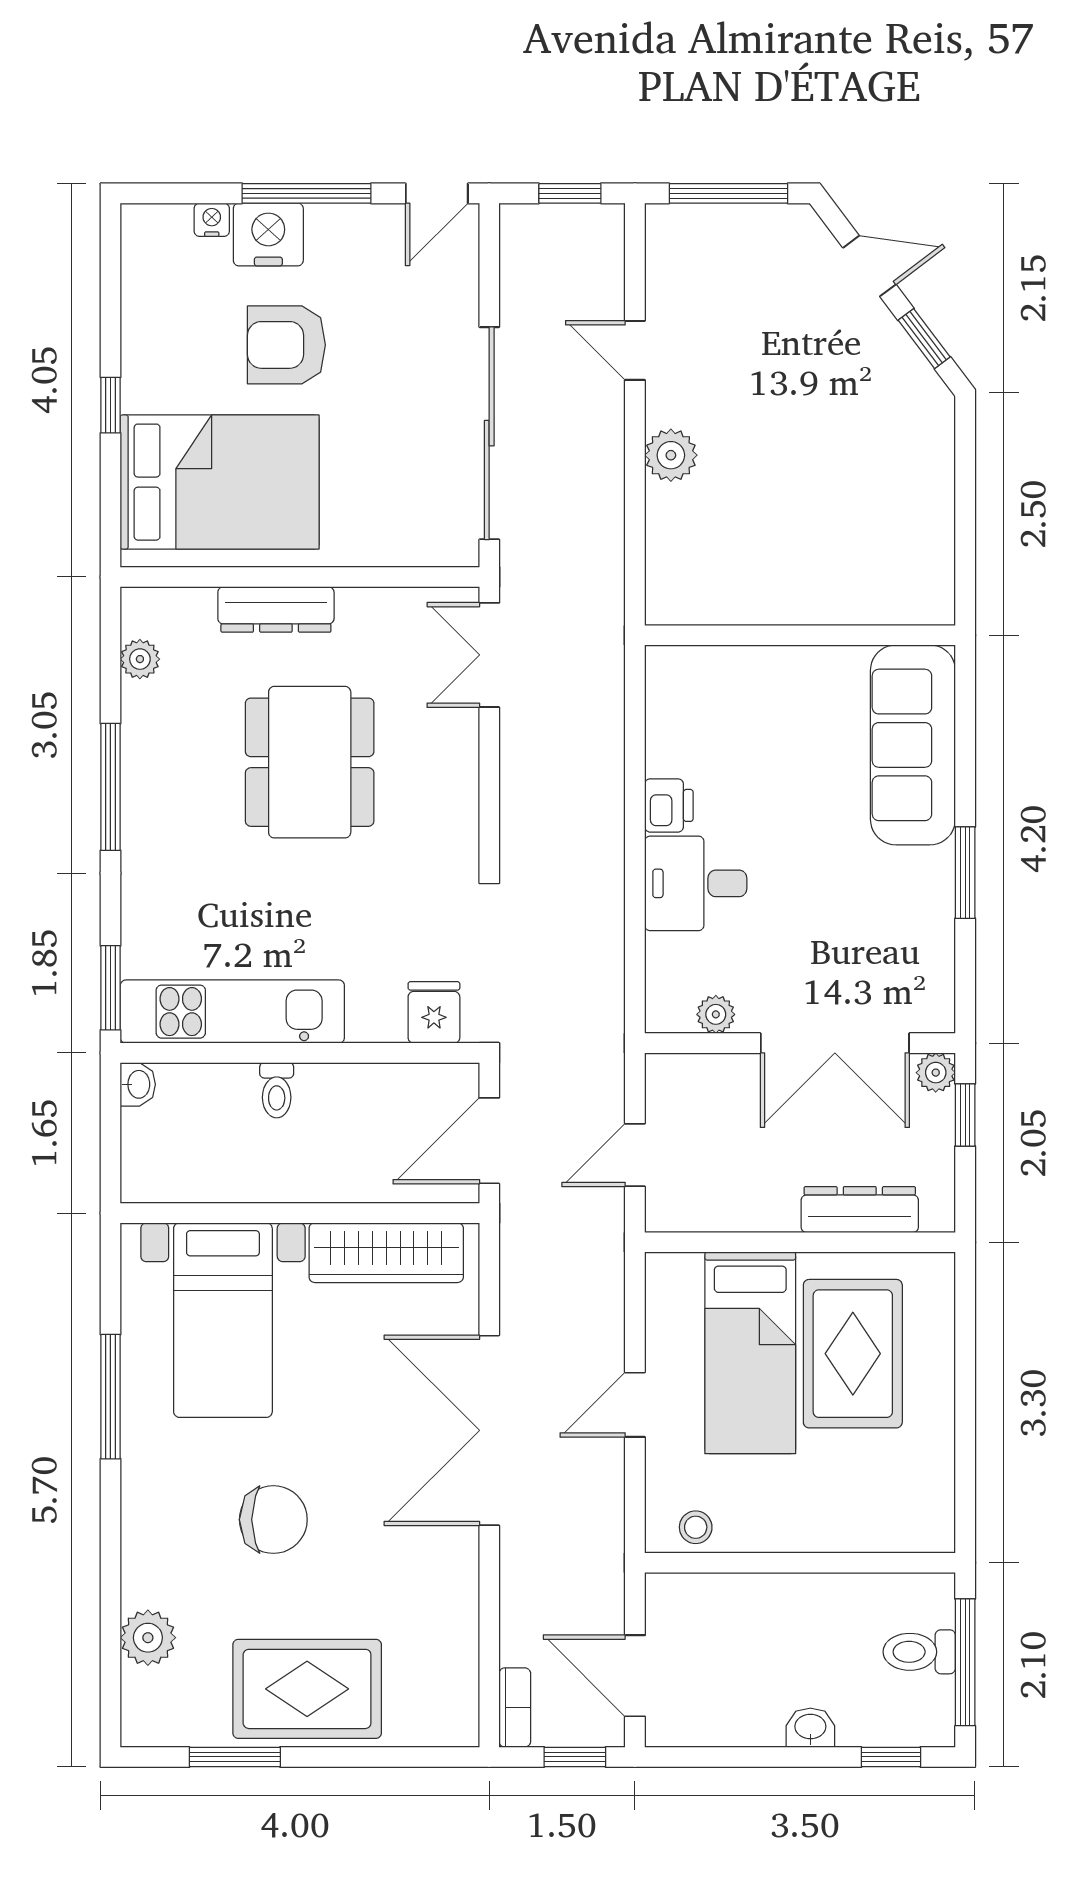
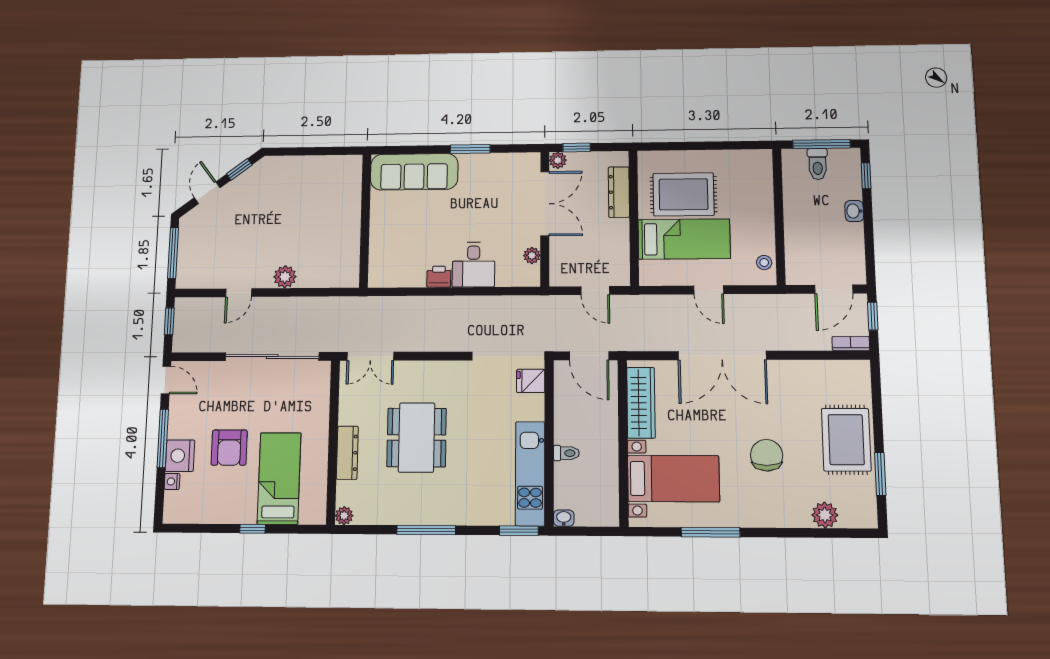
bed: (220, 482) -> (279, 478), width x0.67
plant: (140, 659) -> (344, 516), moved
dining table: (310, 762) -> (417, 438), turned 90

